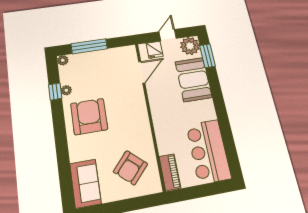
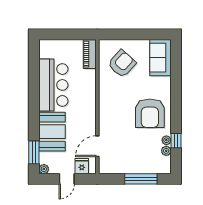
plant: (190, 46) -> (44, 169), width x0.53, depth x0.53
plant: (63, 60) -> (166, 151), moved
bar counter: (208, 151) -> (53, 85), moved

